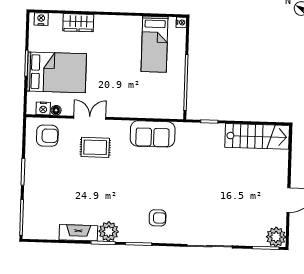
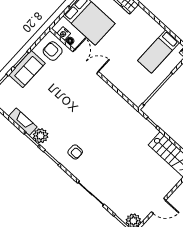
double door: (90, 118) -> (86, 62), width x1.37
sofa: (153, 134) -> (27, 69), moved, turned -90
armchair: (47, 136) -> (53, 51), turned 180
rug: (95, 147) -> (74, 81), removed

